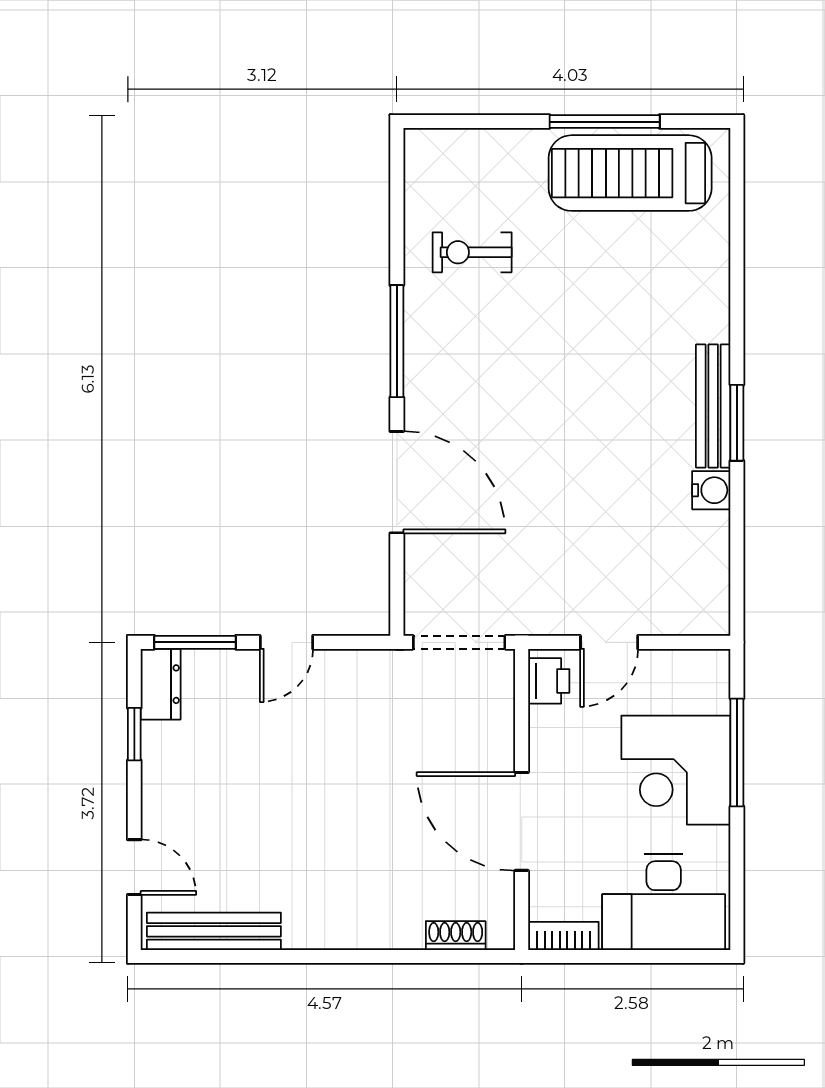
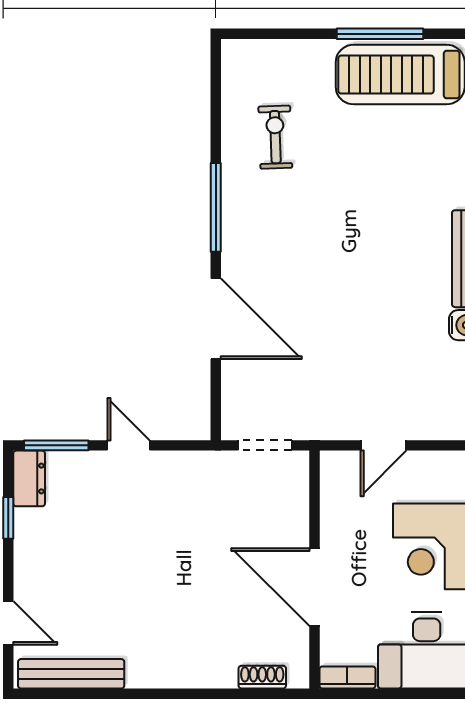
exercise bike: (472, 252) -> (275, 137), turned 88
door: (286, 642) -> (129, 445), swing flipped
doorway: (459, 642) -> (265, 445), width x0.73
printer: (549, 681) -> (336, 476), removed

